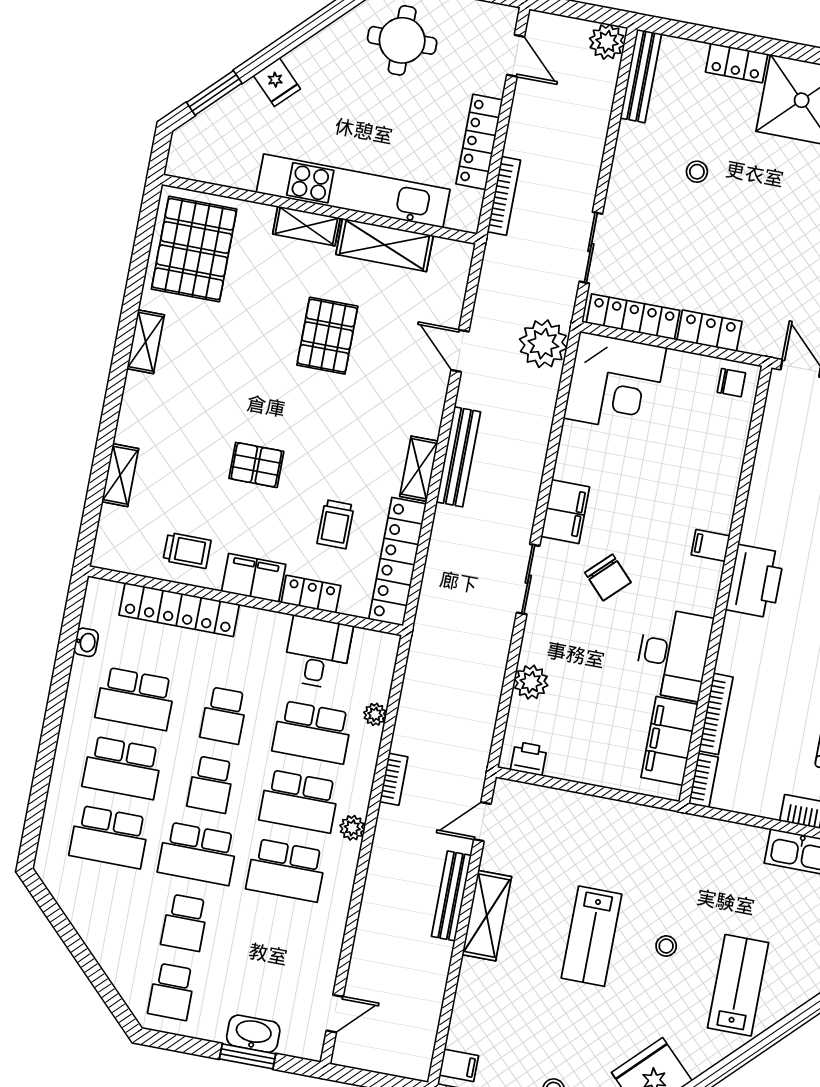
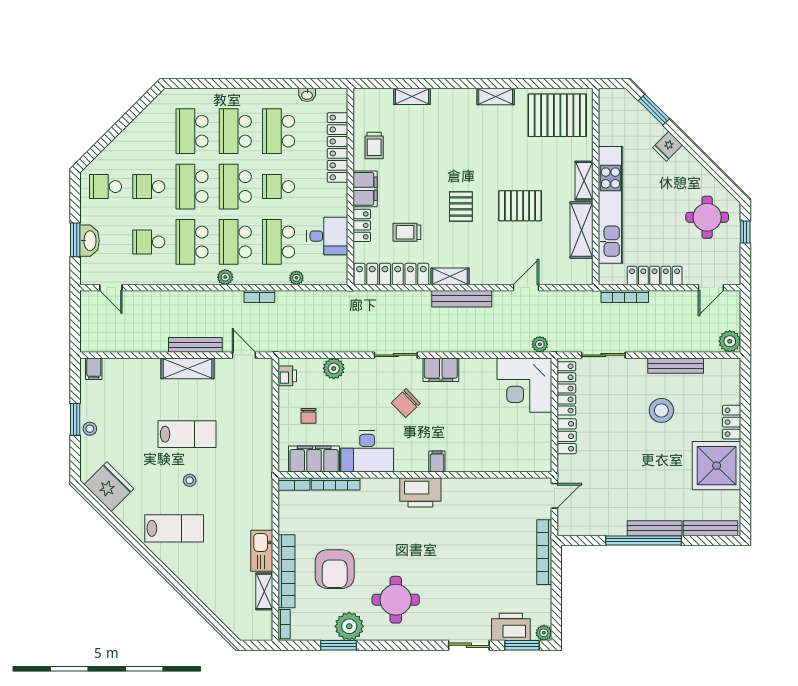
bench: (641, 76) -> (676, 366), moved
stool: (697, 172) -> (661, 410), width x1.89, depth x1.89
plant: (543, 344) -> (540, 344), width x0.53, depth x0.53
chair: (731, 383) -> (308, 416), moved
pallet: (256, 465) -> (461, 206), moved
school desk: (211, 784) -> (235, 187), width x1.85
lab bench: (592, 936) -> (187, 434), turned 180
school desk: (273, 939) -> (149, 242), added

